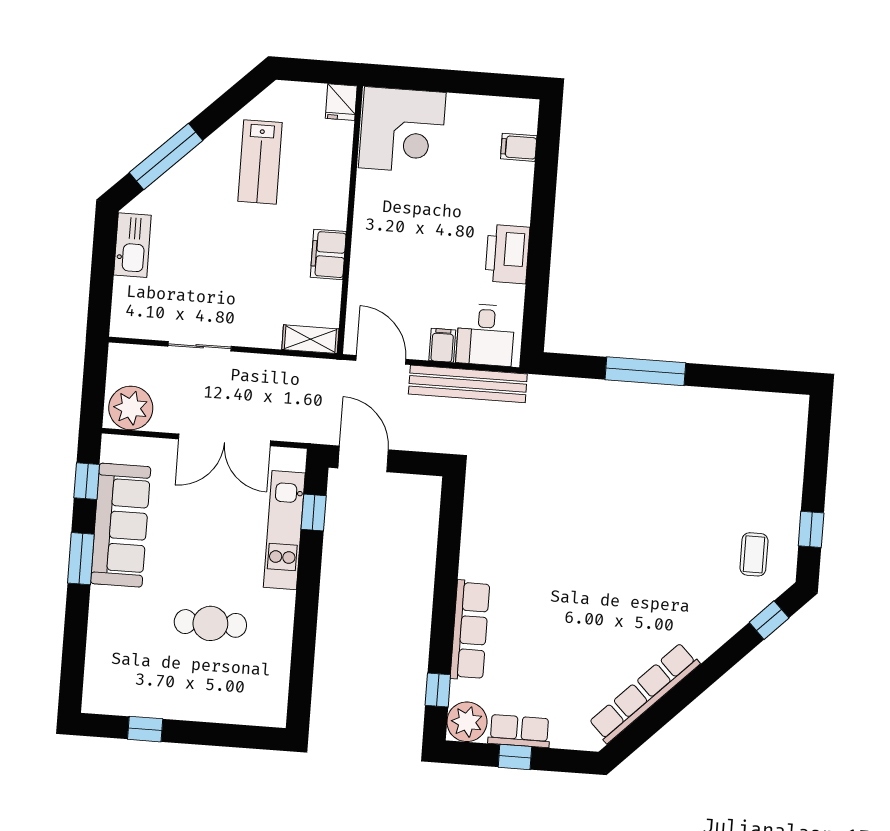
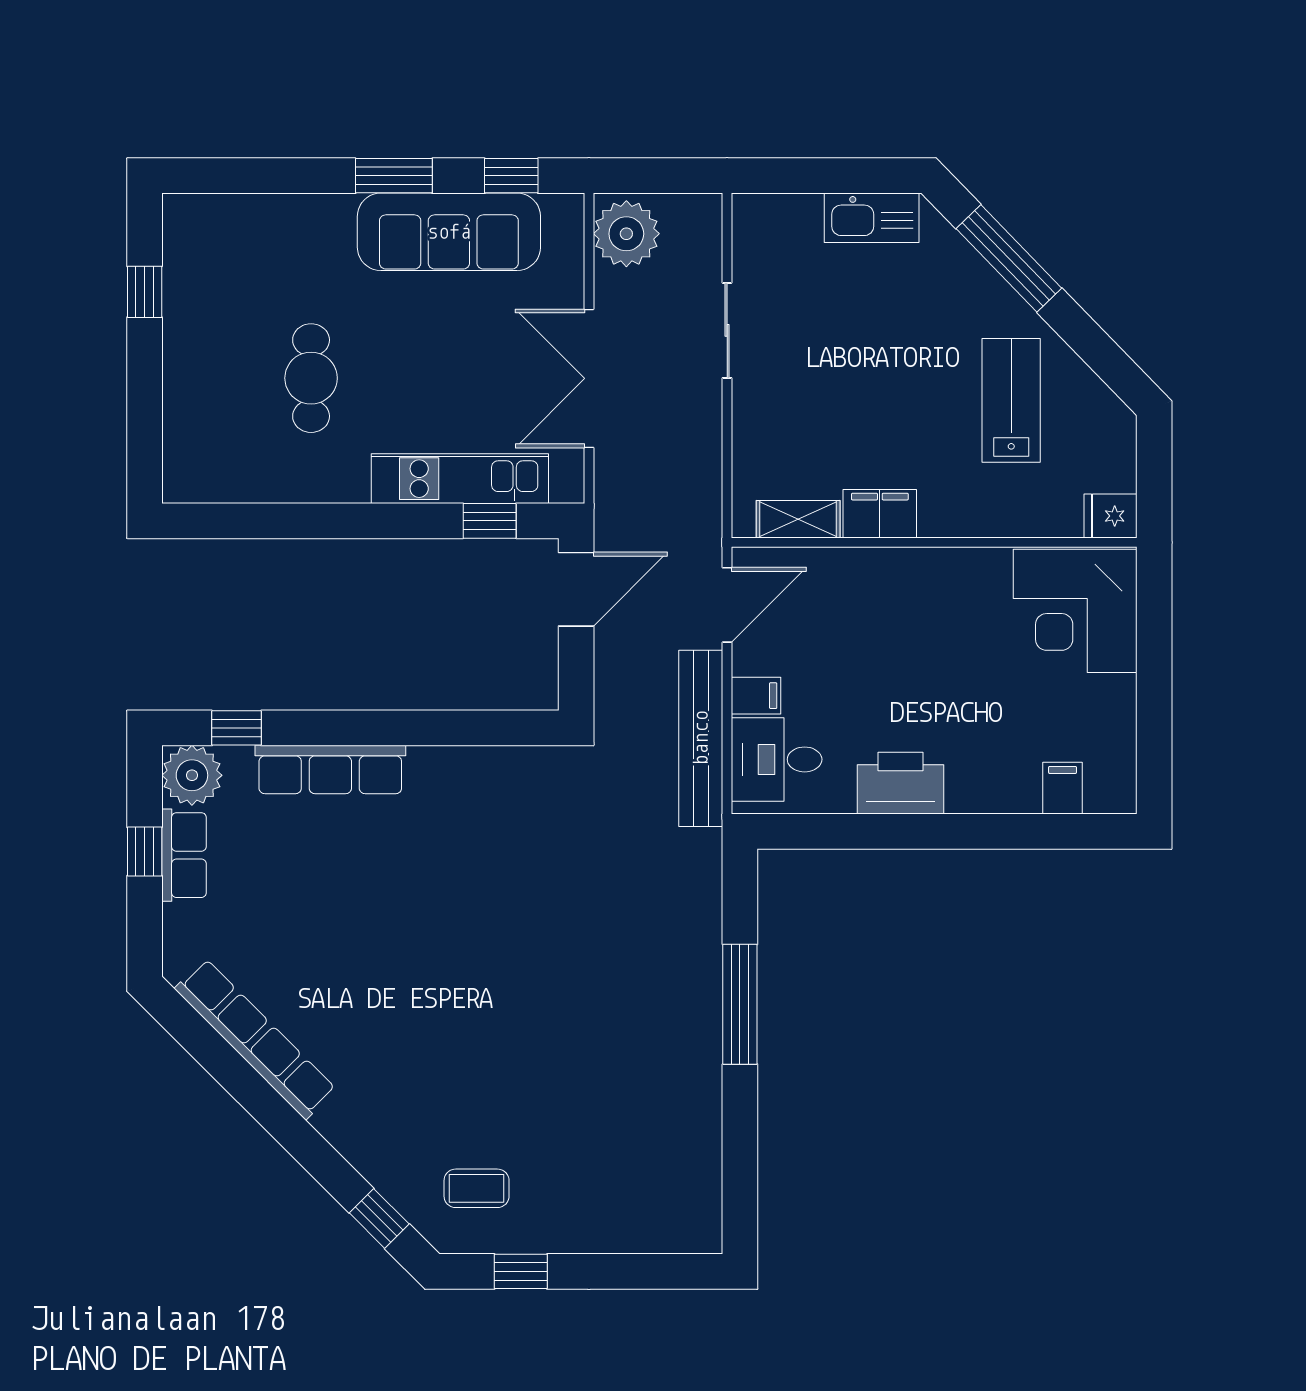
lab bench: (260, 162) -> (1011, 400), turned 90
shelving: (310, 339) -> (798, 519), moved, turned 90

